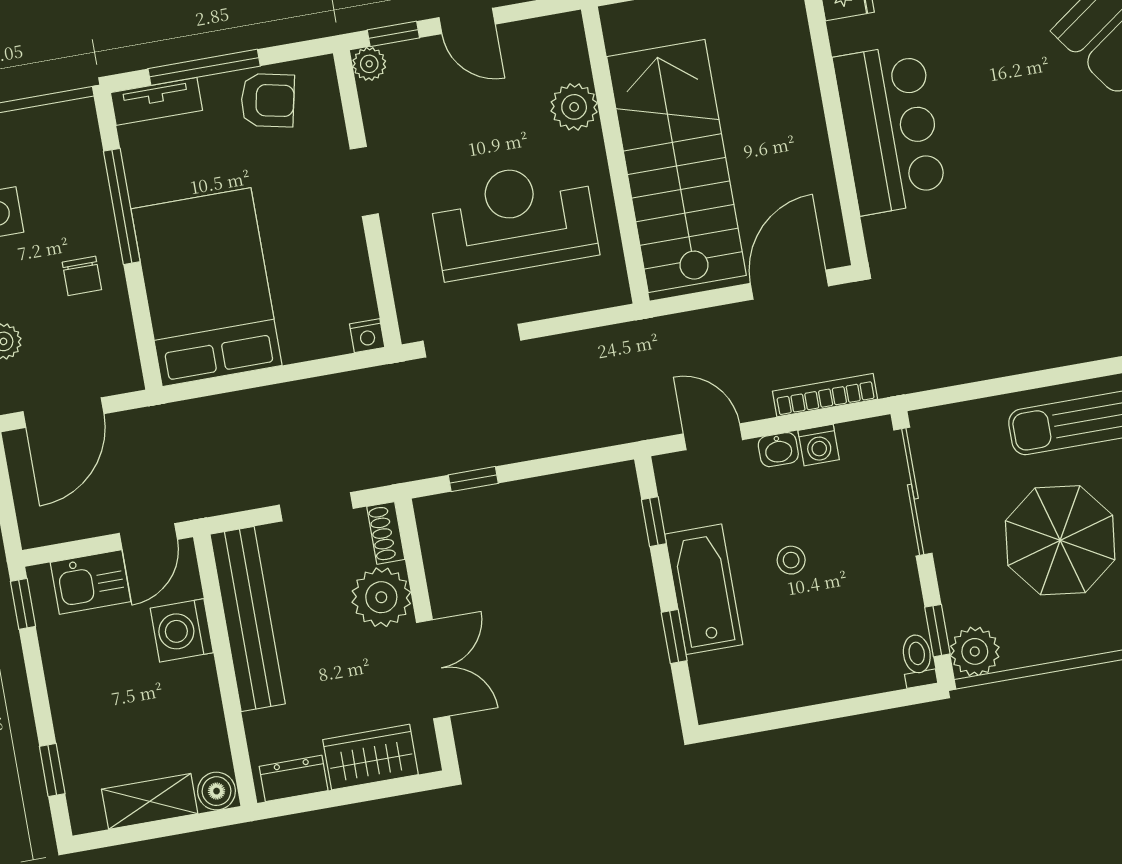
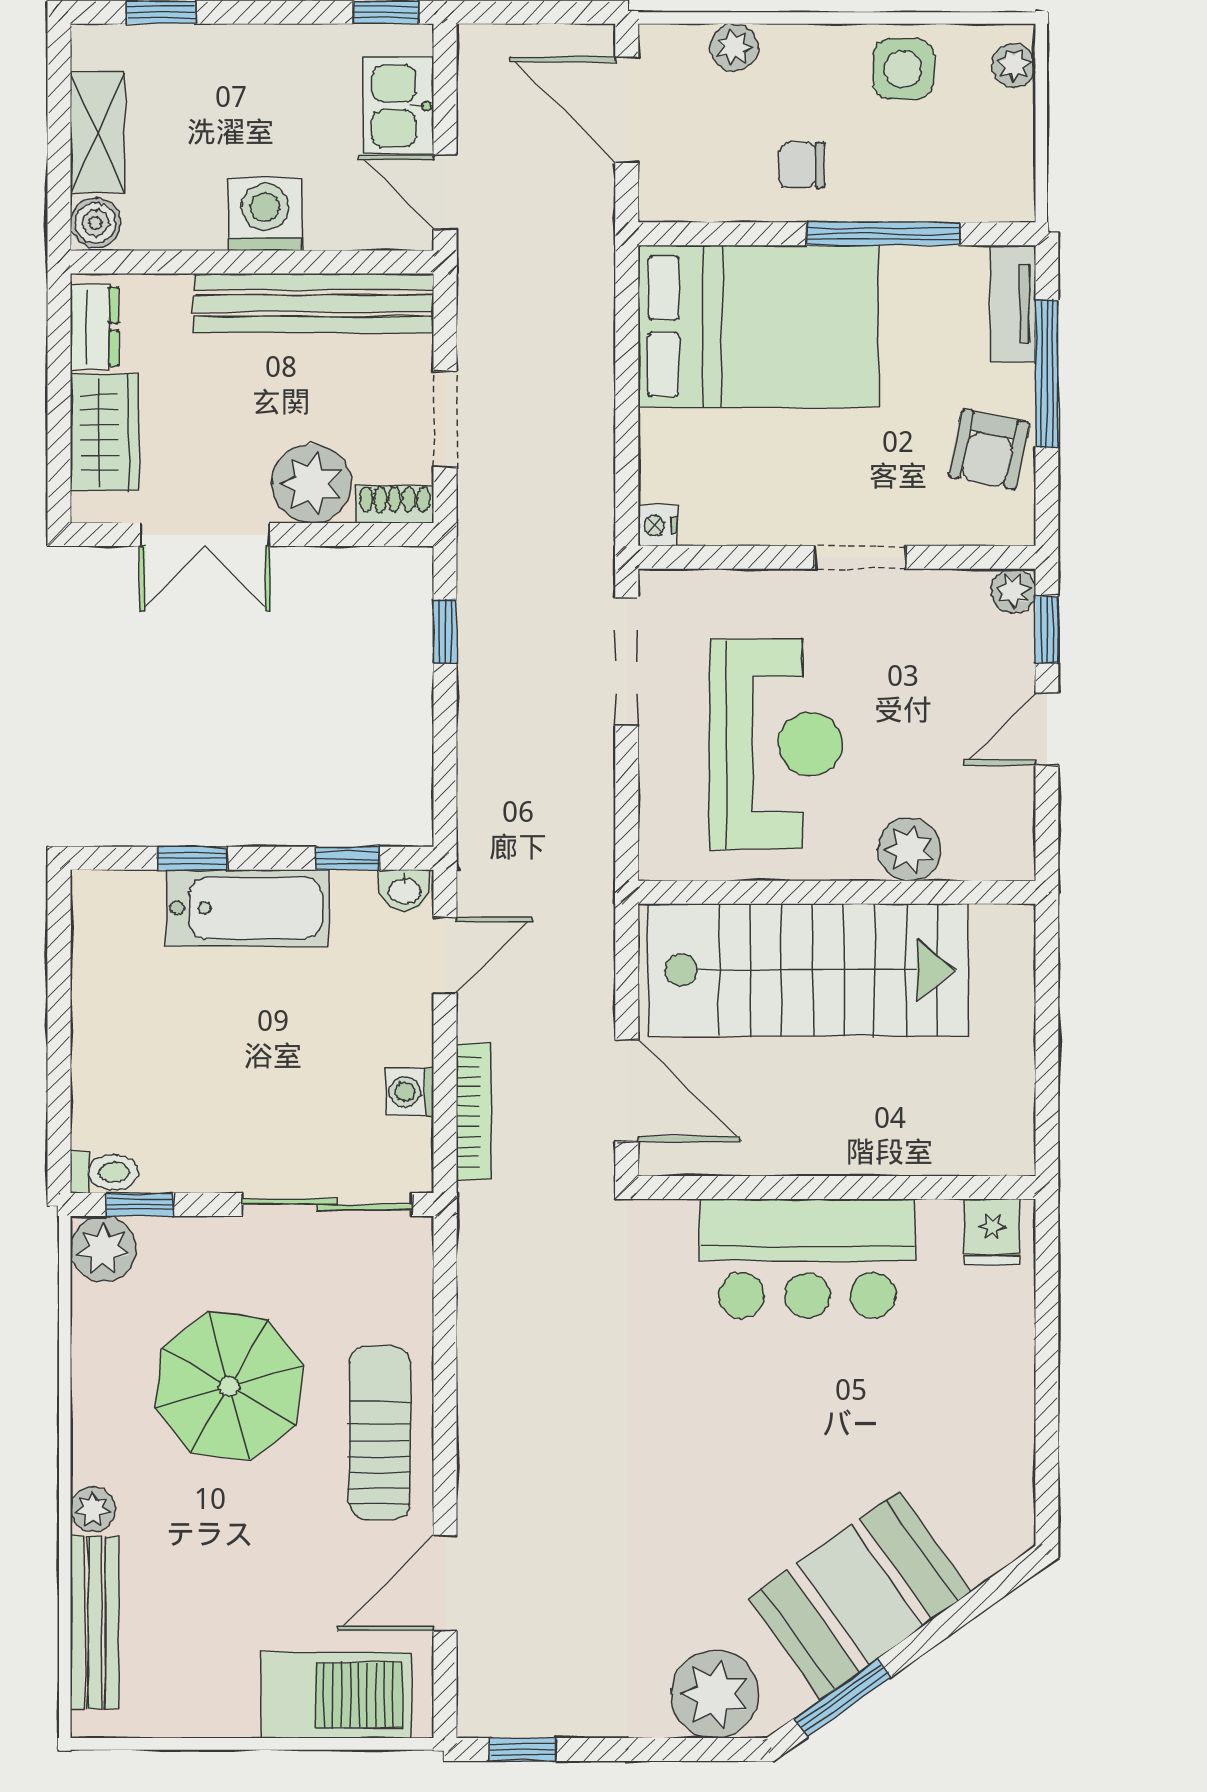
washbasin: (778, 450) -> (404, 890), moved, turned -90
stool: (791, 560) -> (265, 1029), removed
washing machine: (182, 630) -> (265, 214), moved

